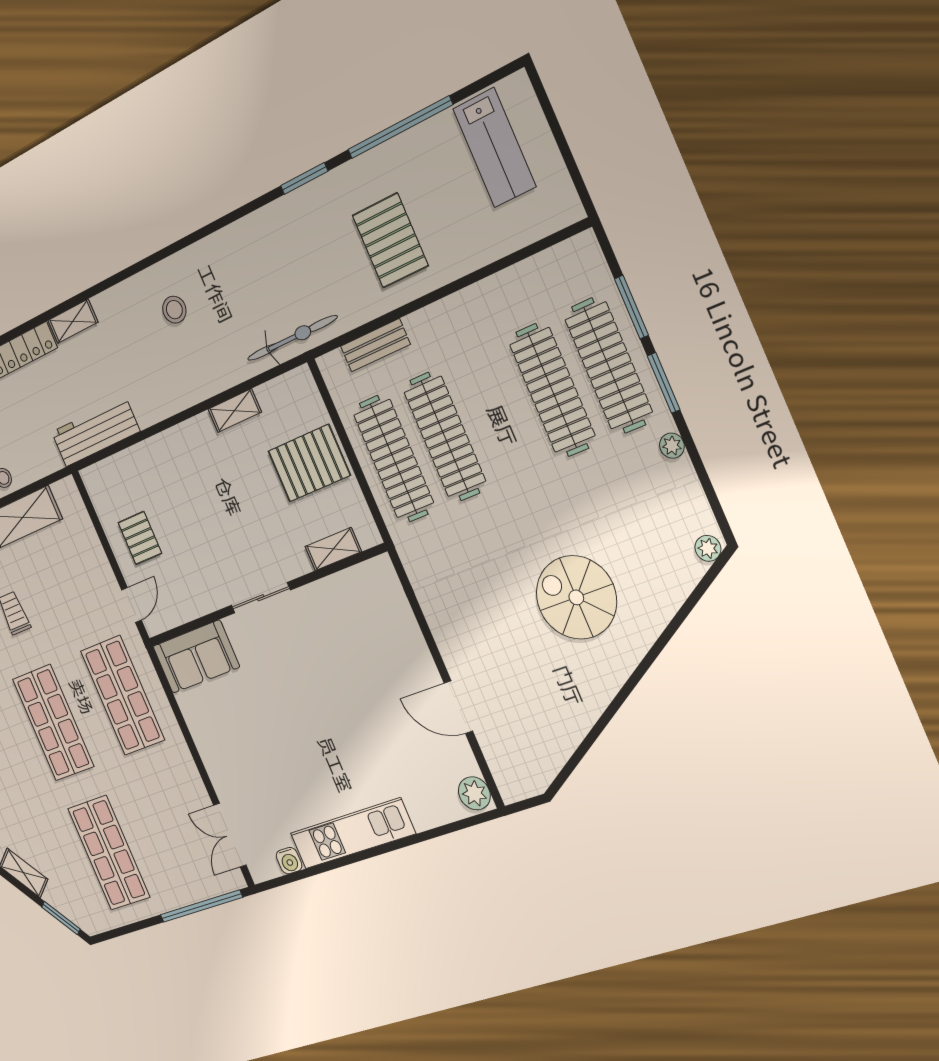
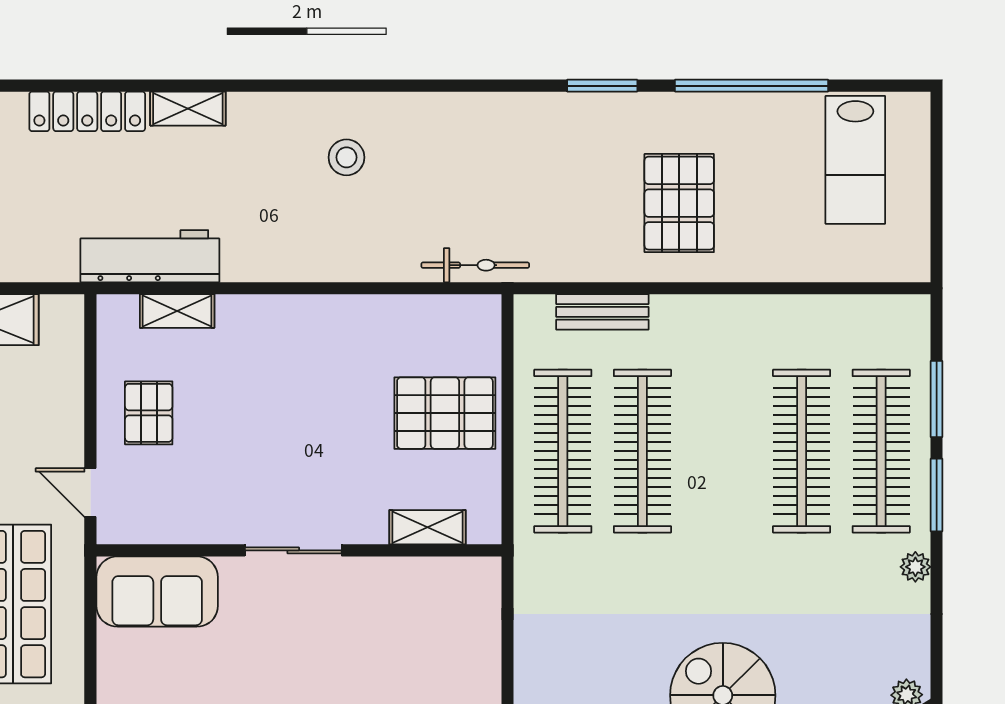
bicycle: (292, 338) -> (475, 265), width x0.73, depth x0.71
shelving: (235, 411) -> (177, 311), moved
door: (131, 605) -> (90, 492), swing flipped

